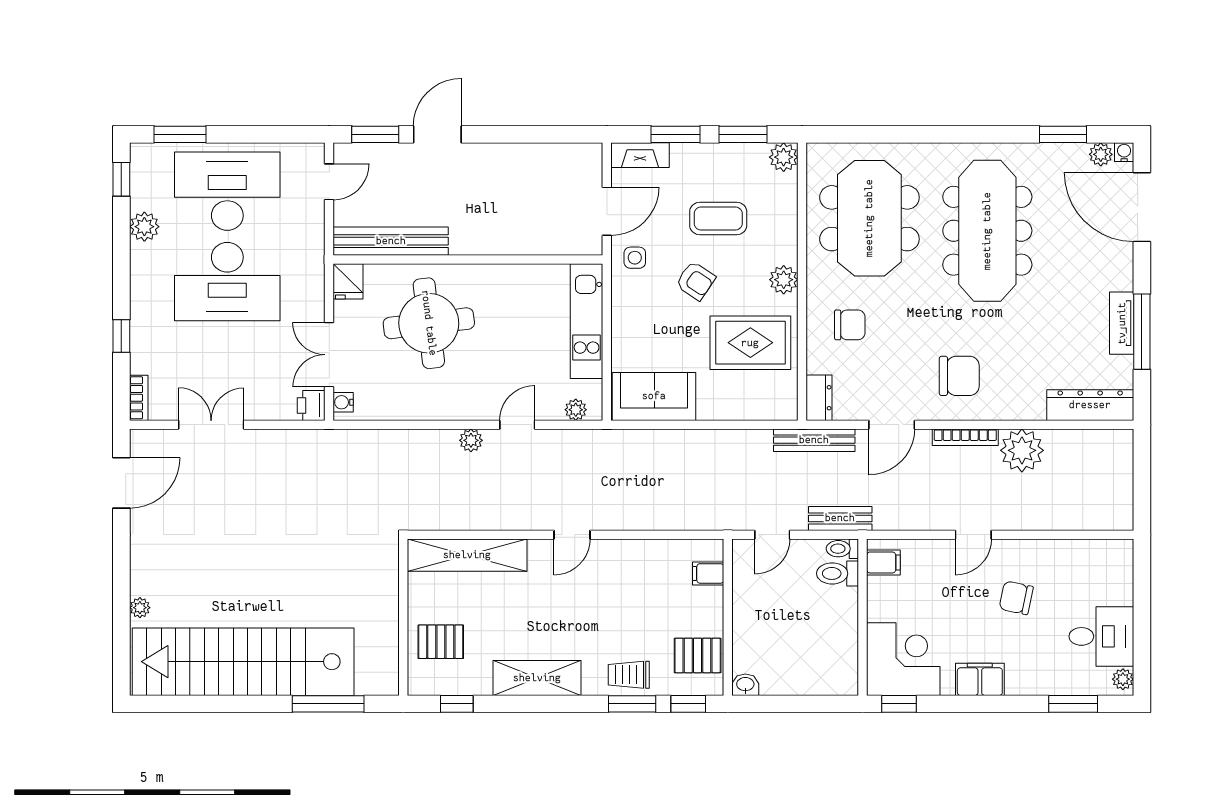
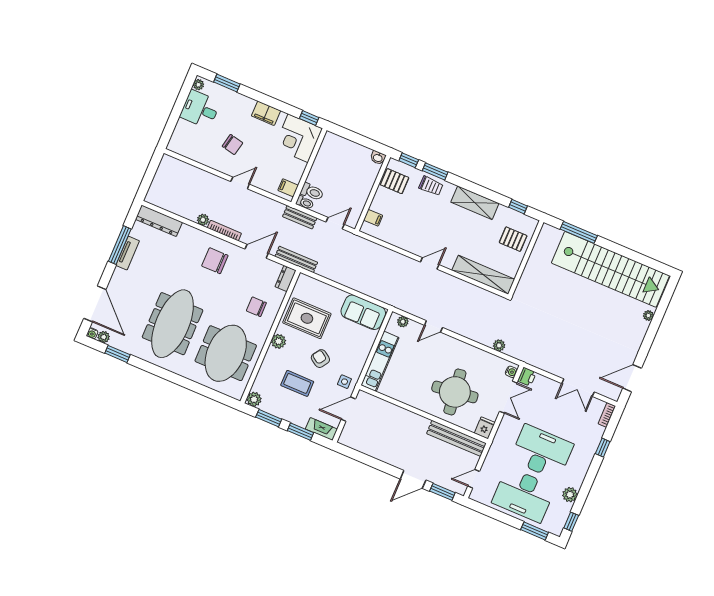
plant: (471, 440) -> (499, 345), moved
plant: (1022, 450) -> (203, 220), width x0.53, depth x0.53

